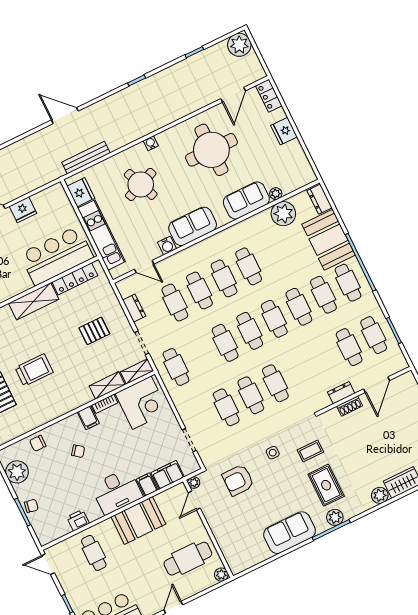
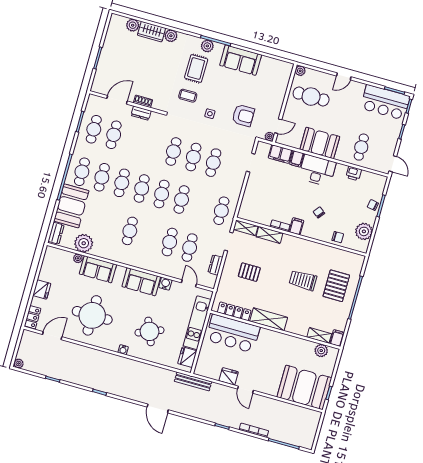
plant: (239, 45) -> (19, 364), width x0.53, depth x0.53
bench: (86, 158) -> (193, 381), moved
cafe table: (224, 278) -> (150, 236), removed
corner desk: (142, 403) -> (259, 208), removed

